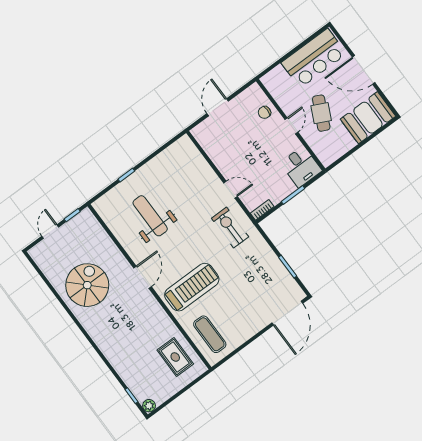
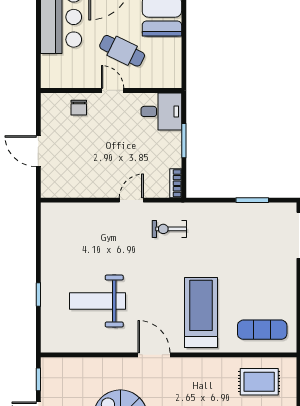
exercise bike: (230, 227) -> (169, 229), width x0.73, depth x0.72

